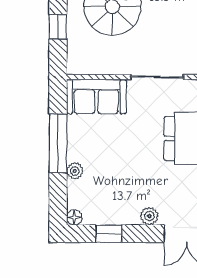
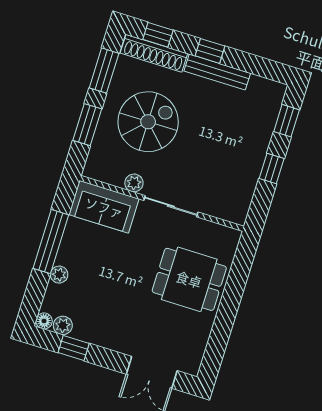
window: (58, 27) -> (87, 125), width x1.50
plant: (117, 66) -> (134, 183), added
plant: (149, 216) -> (63, 325), moved

